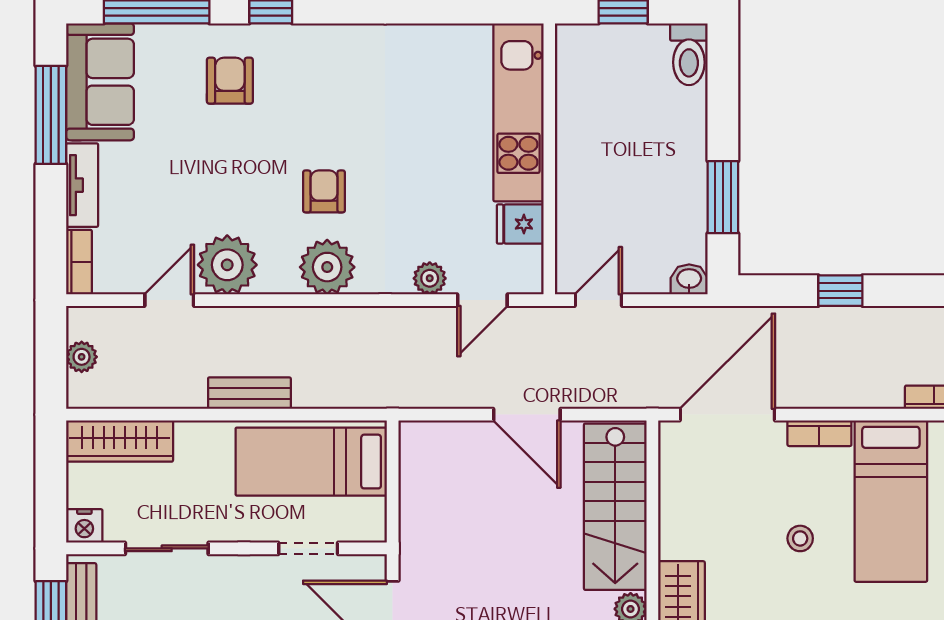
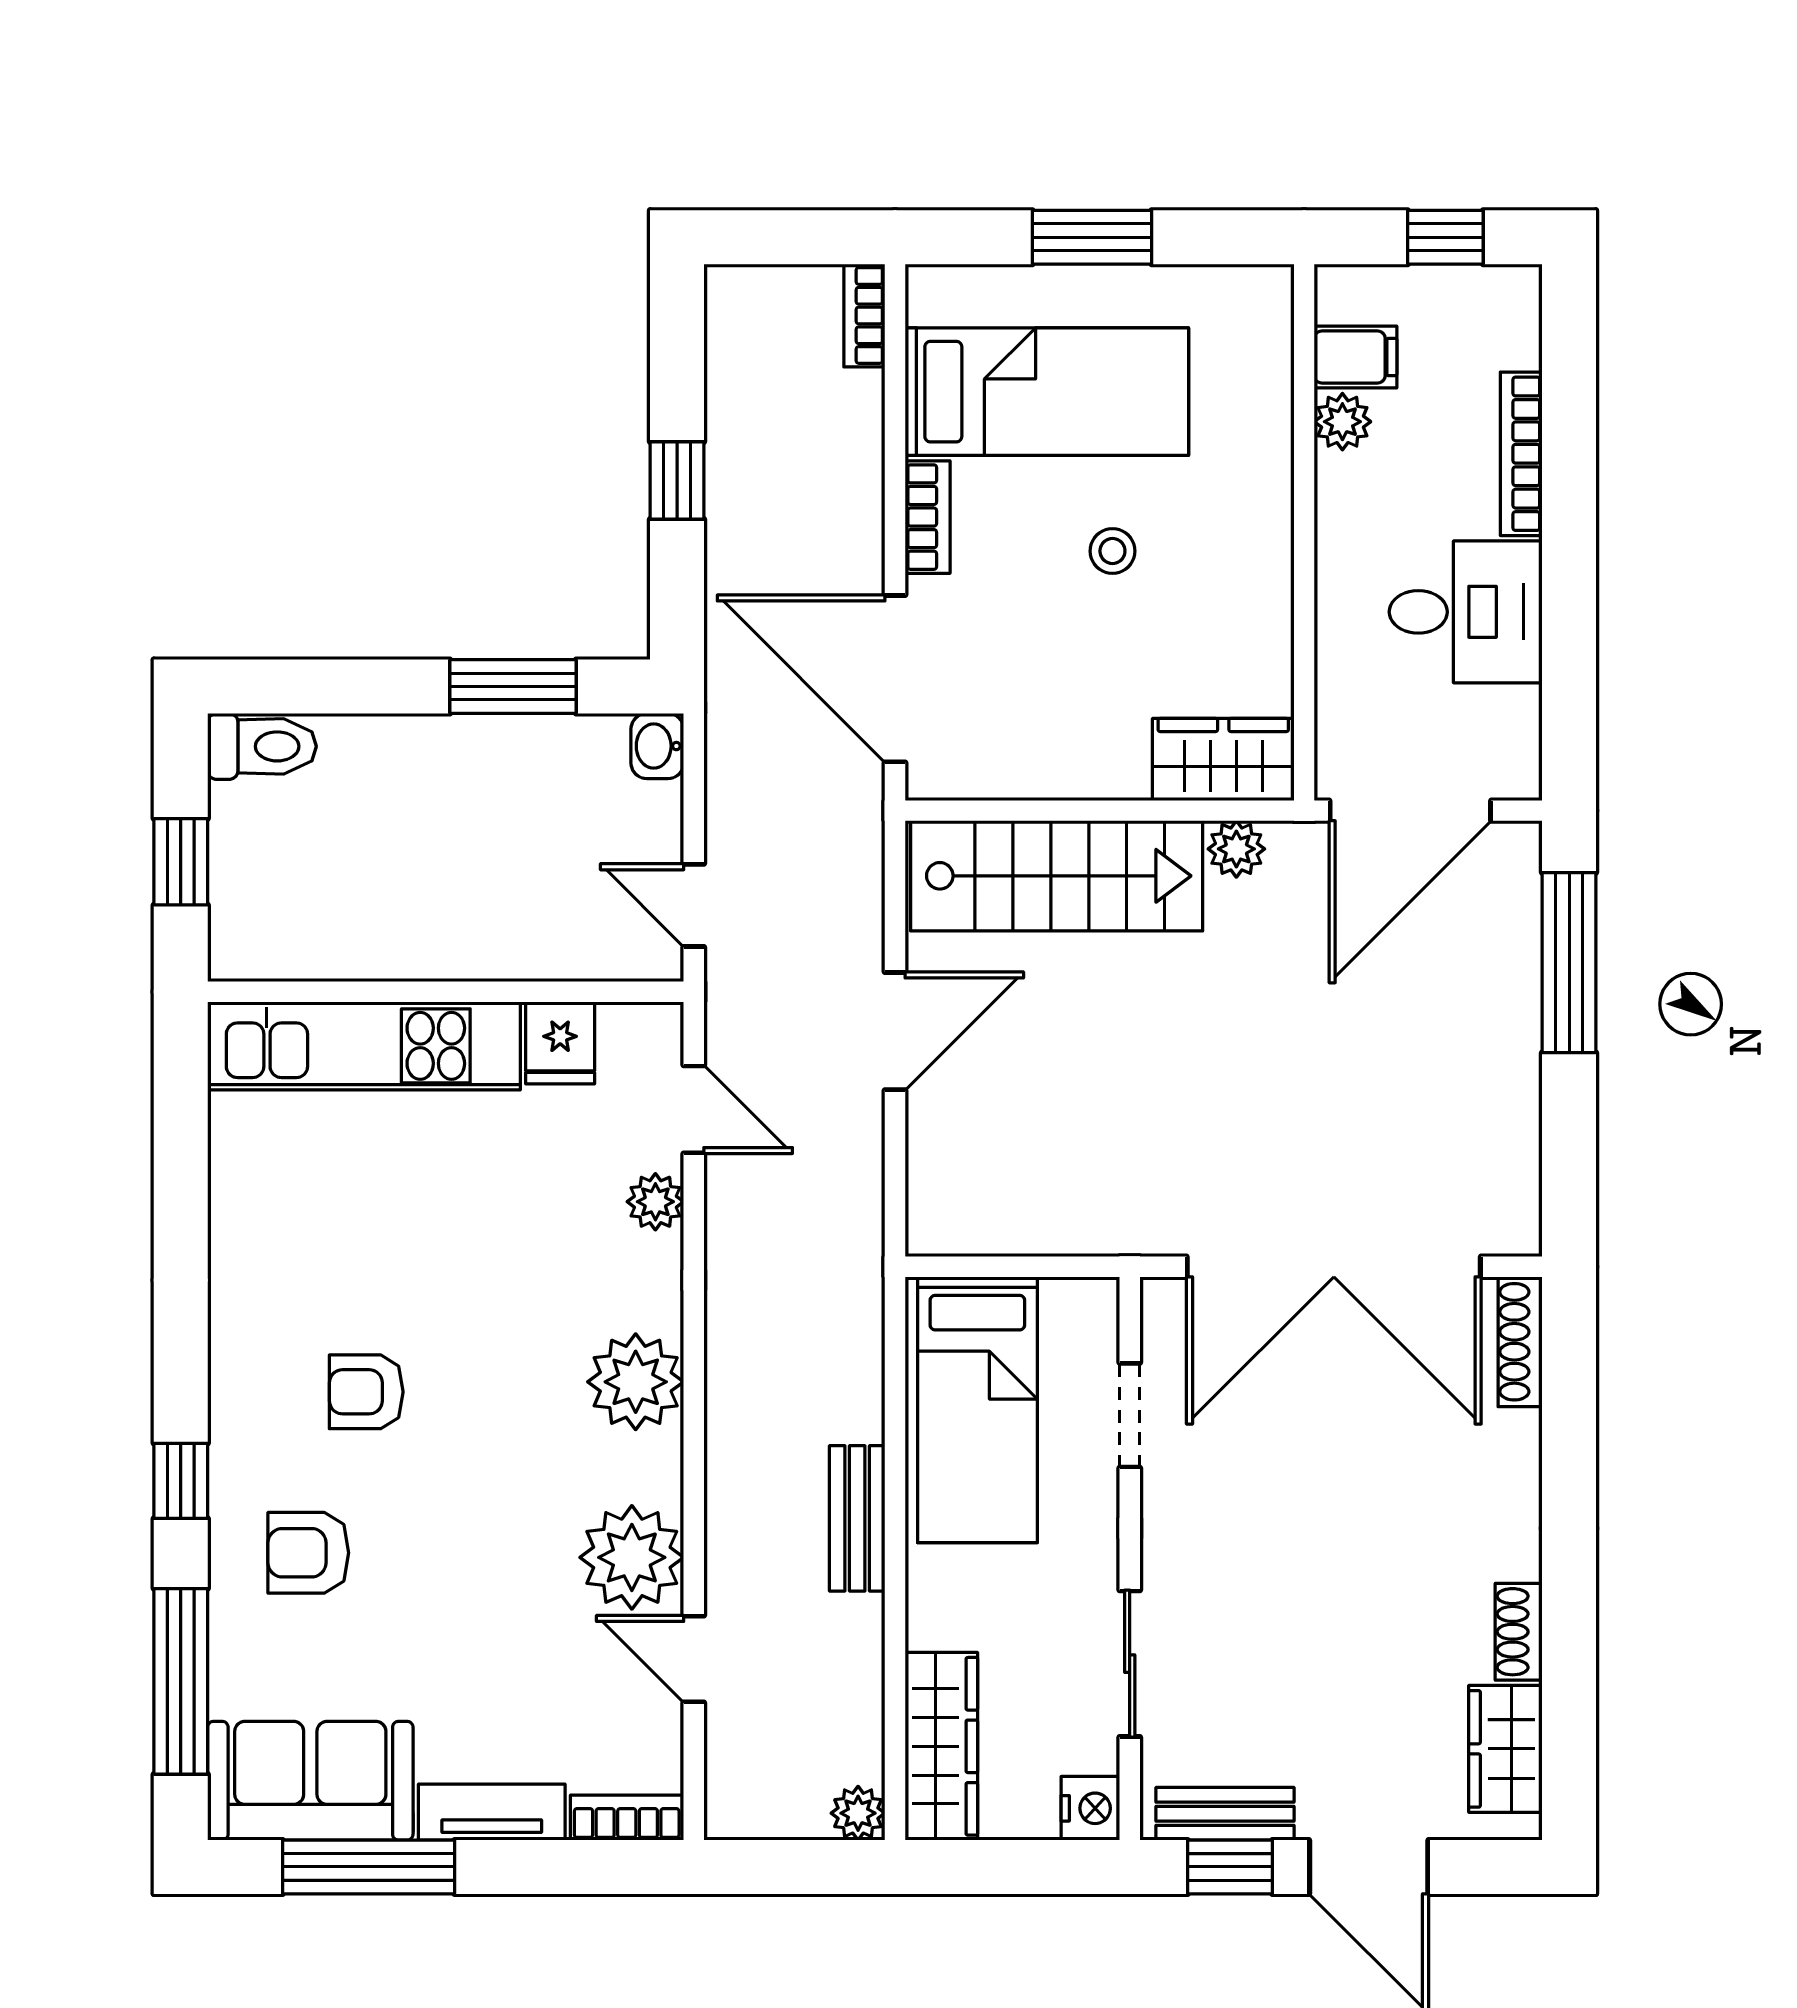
armchair: (324, 191) -> (366, 1392), moved
plant: (82, 357) -> (858, 1813), moved

